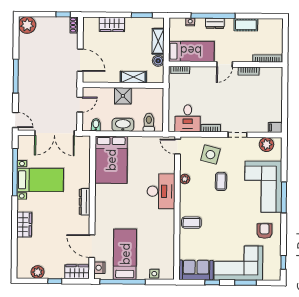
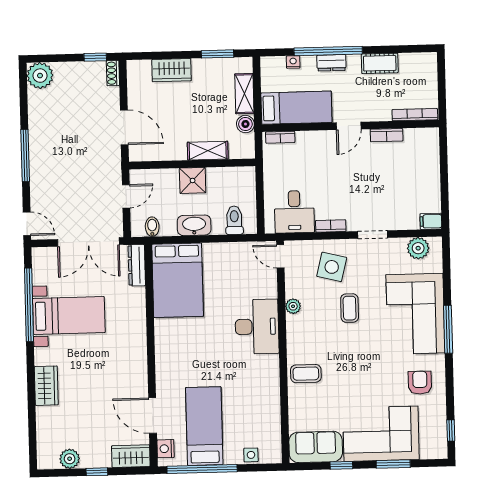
dresser: (85, 202) -> (137, 265), moved

